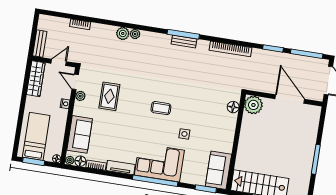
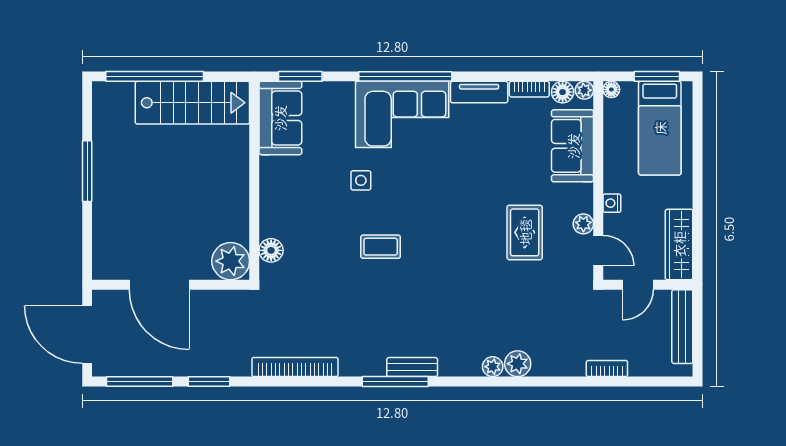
bench: (184, 41) -> (412, 367), moved
bench: (40, 44) -> (682, 327), width x1.36
coffee table: (161, 108) -> (381, 247), moved

